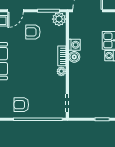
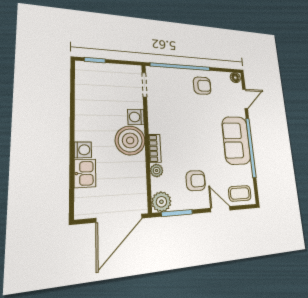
door: (15, 11) -> (220, 209), hinge flipped
washing machine: (74, 45) -> (136, 117), moved
boiler: (74, 57) -> (130, 140), width x1.86, depth x1.86
plant: (61, 71) -> (157, 171), moved

